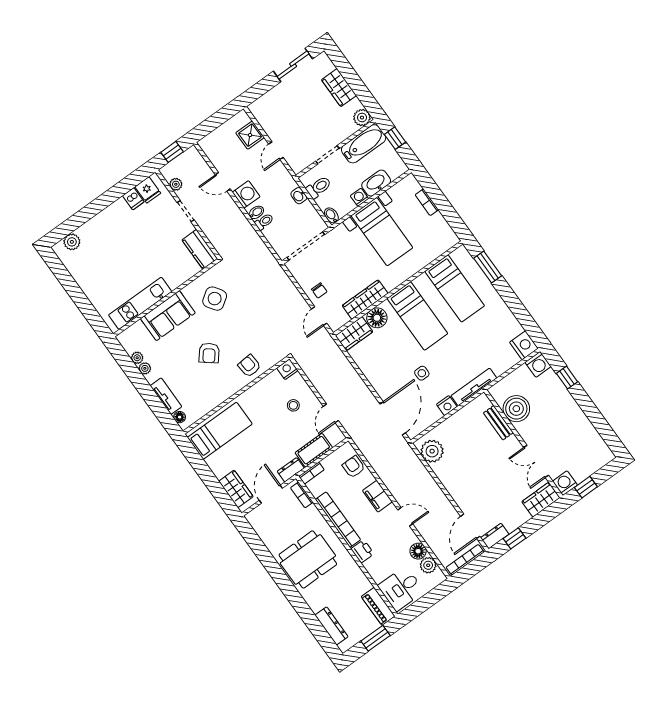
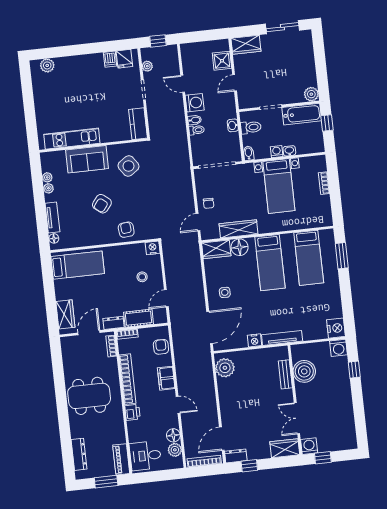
wardrobe: (339, 88) -> (246, 45), moved, turned -90
washbasin: (376, 183) -> (289, 151), width x0.52, depth x0.69
side table: (422, 373) -> (225, 292), moved

